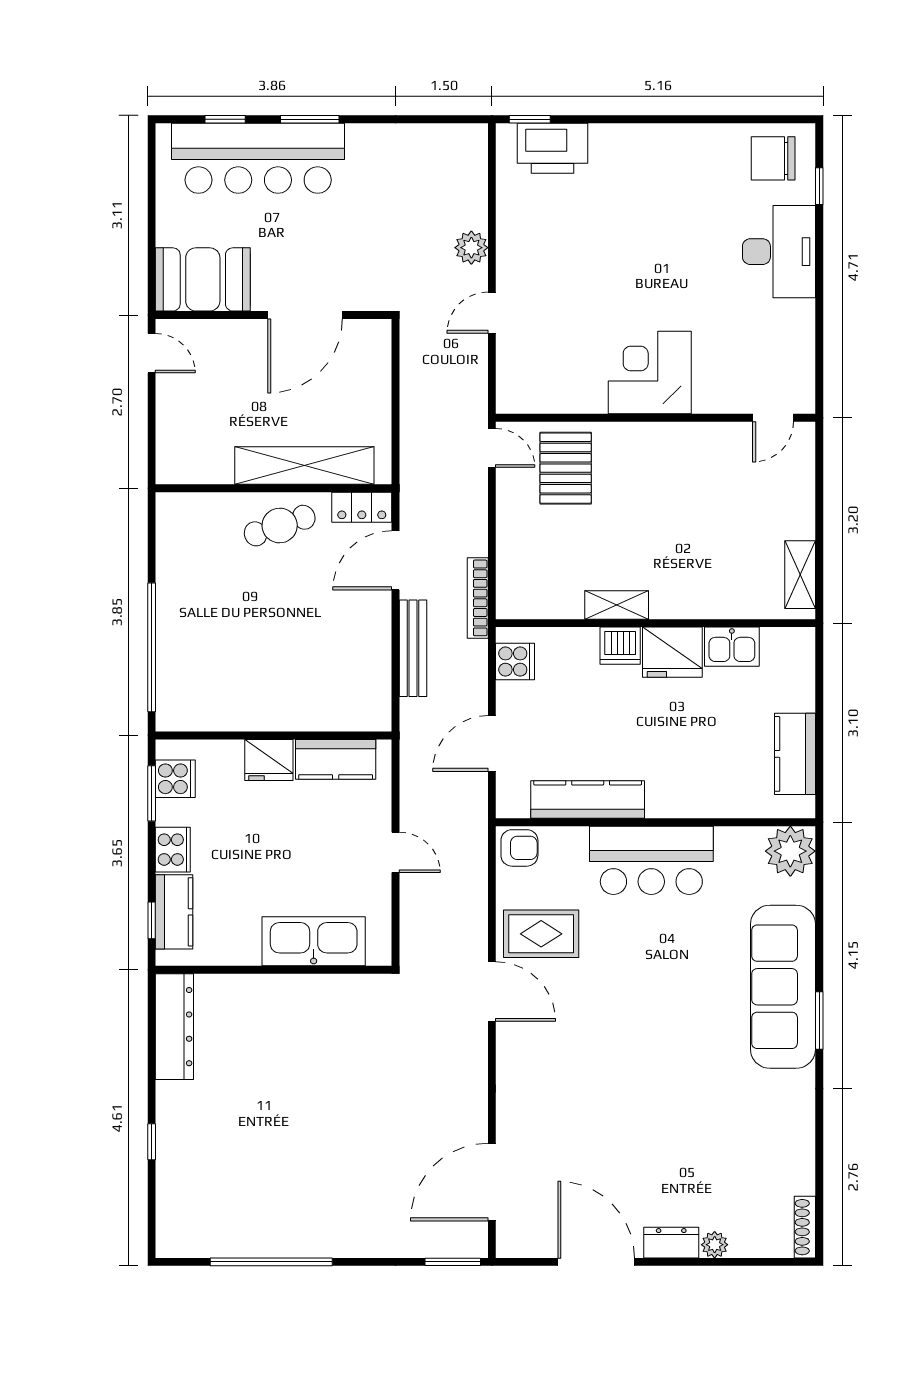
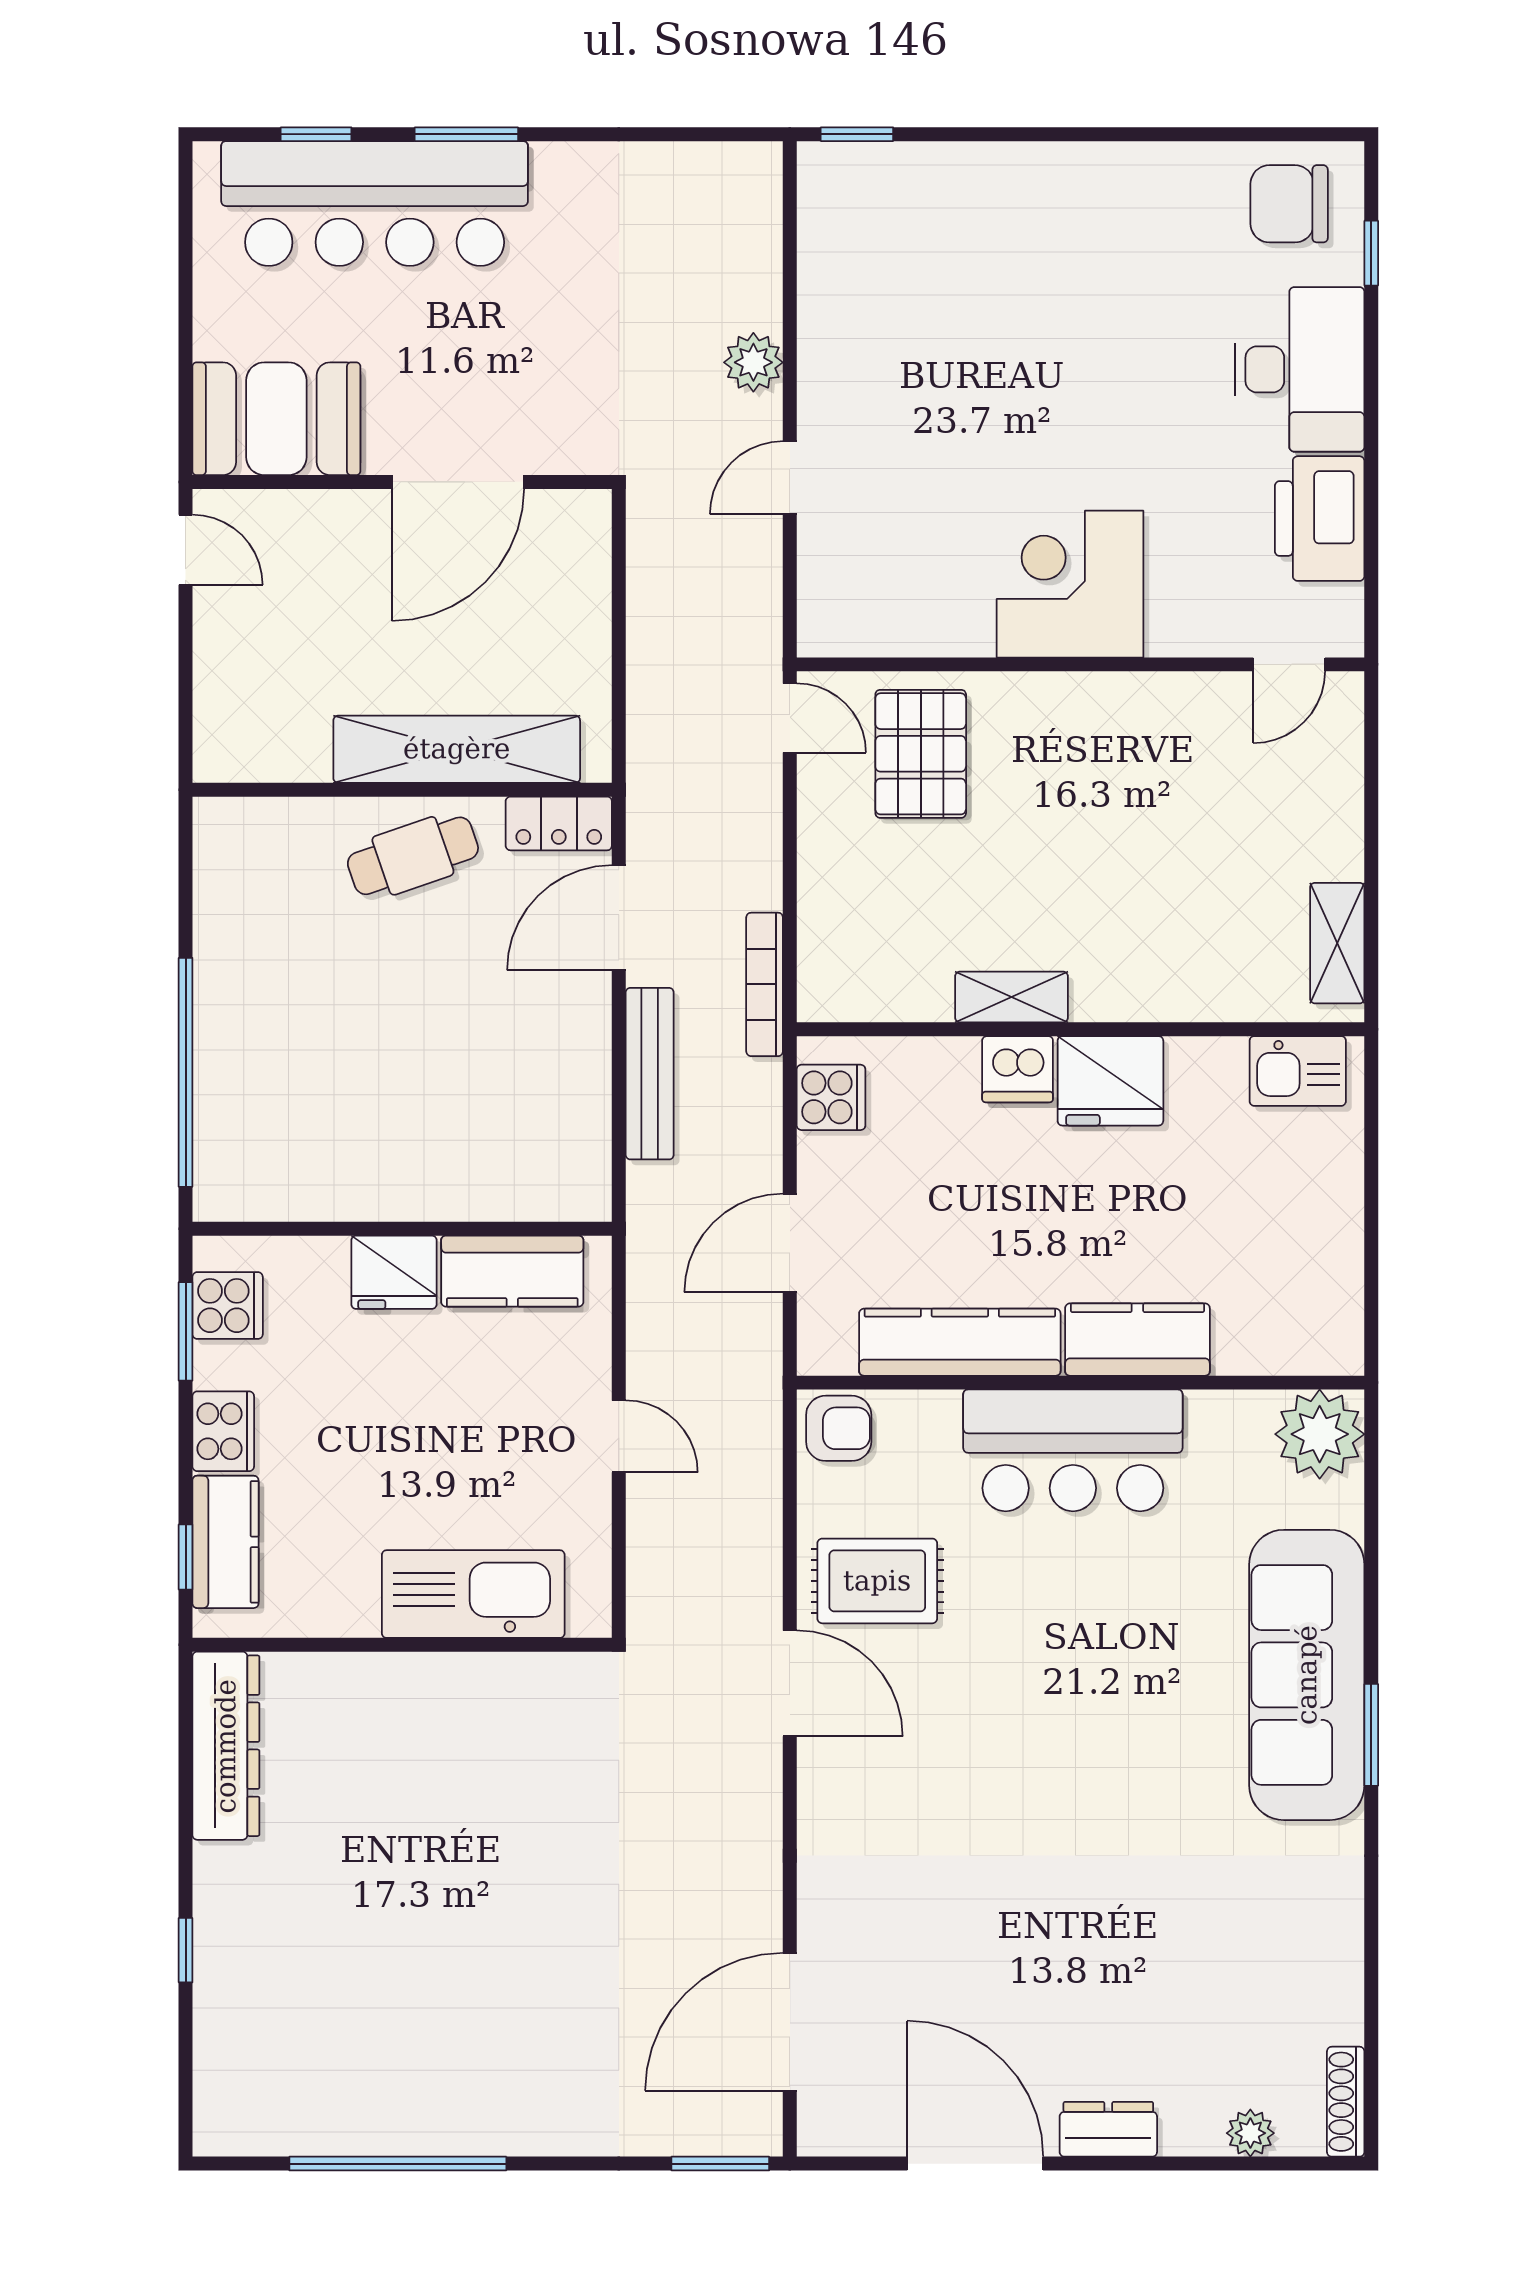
printer: (552, 148) -> (1320, 519), moved, turned 90
kitchen sink: (732, 647) -> (1298, 1071), moved
kitchen counter: (795, 754) -> (1137, 1340), moved, turned 90
plant: (715, 1245) -> (1250, 2133), moved

